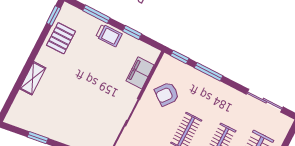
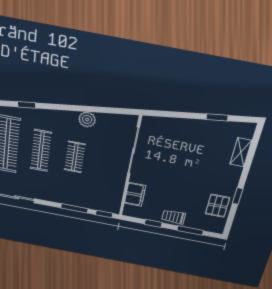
window: (54, 16) -> (238, 196), moved
shelving: (33, 78) -> (241, 152), moved
armchair: (167, 94) -> (104, 183), removed

